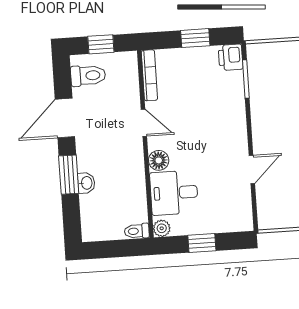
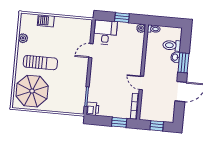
window: (195, 38) -> (119, 122), moved
toilet: (88, 76) -> (172, 45), moved
floor lamp: (159, 160) -> (137, 63), removed
desk: (174, 193) -> (105, 32), moved, turned -90

